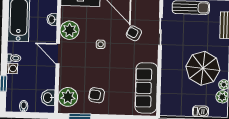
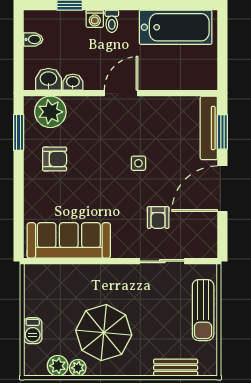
washbasin: (52, 19) -> (73, 82), moved
plant: (70, 30) -> (160, 111), removed
armchair: (134, 33) -> (158, 217), turned 153
armchair: (97, 95) -> (55, 159), turned 82

